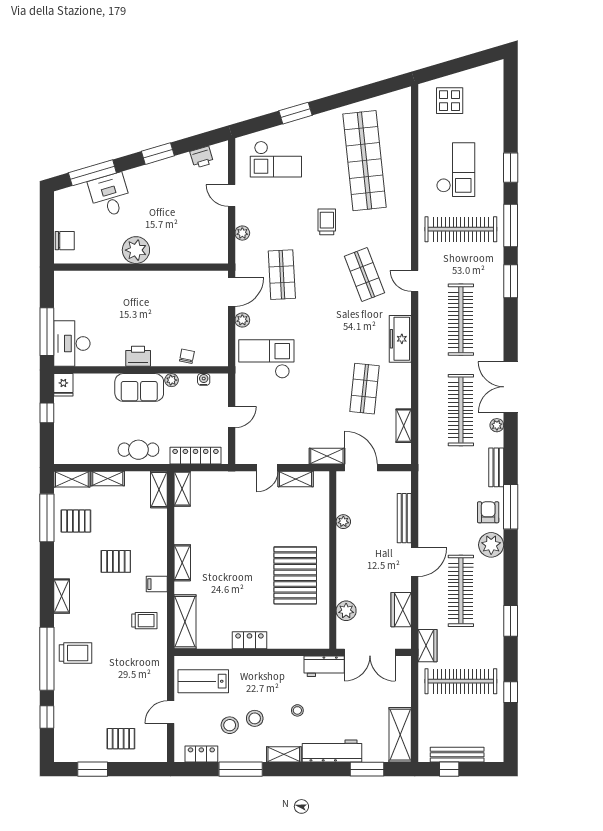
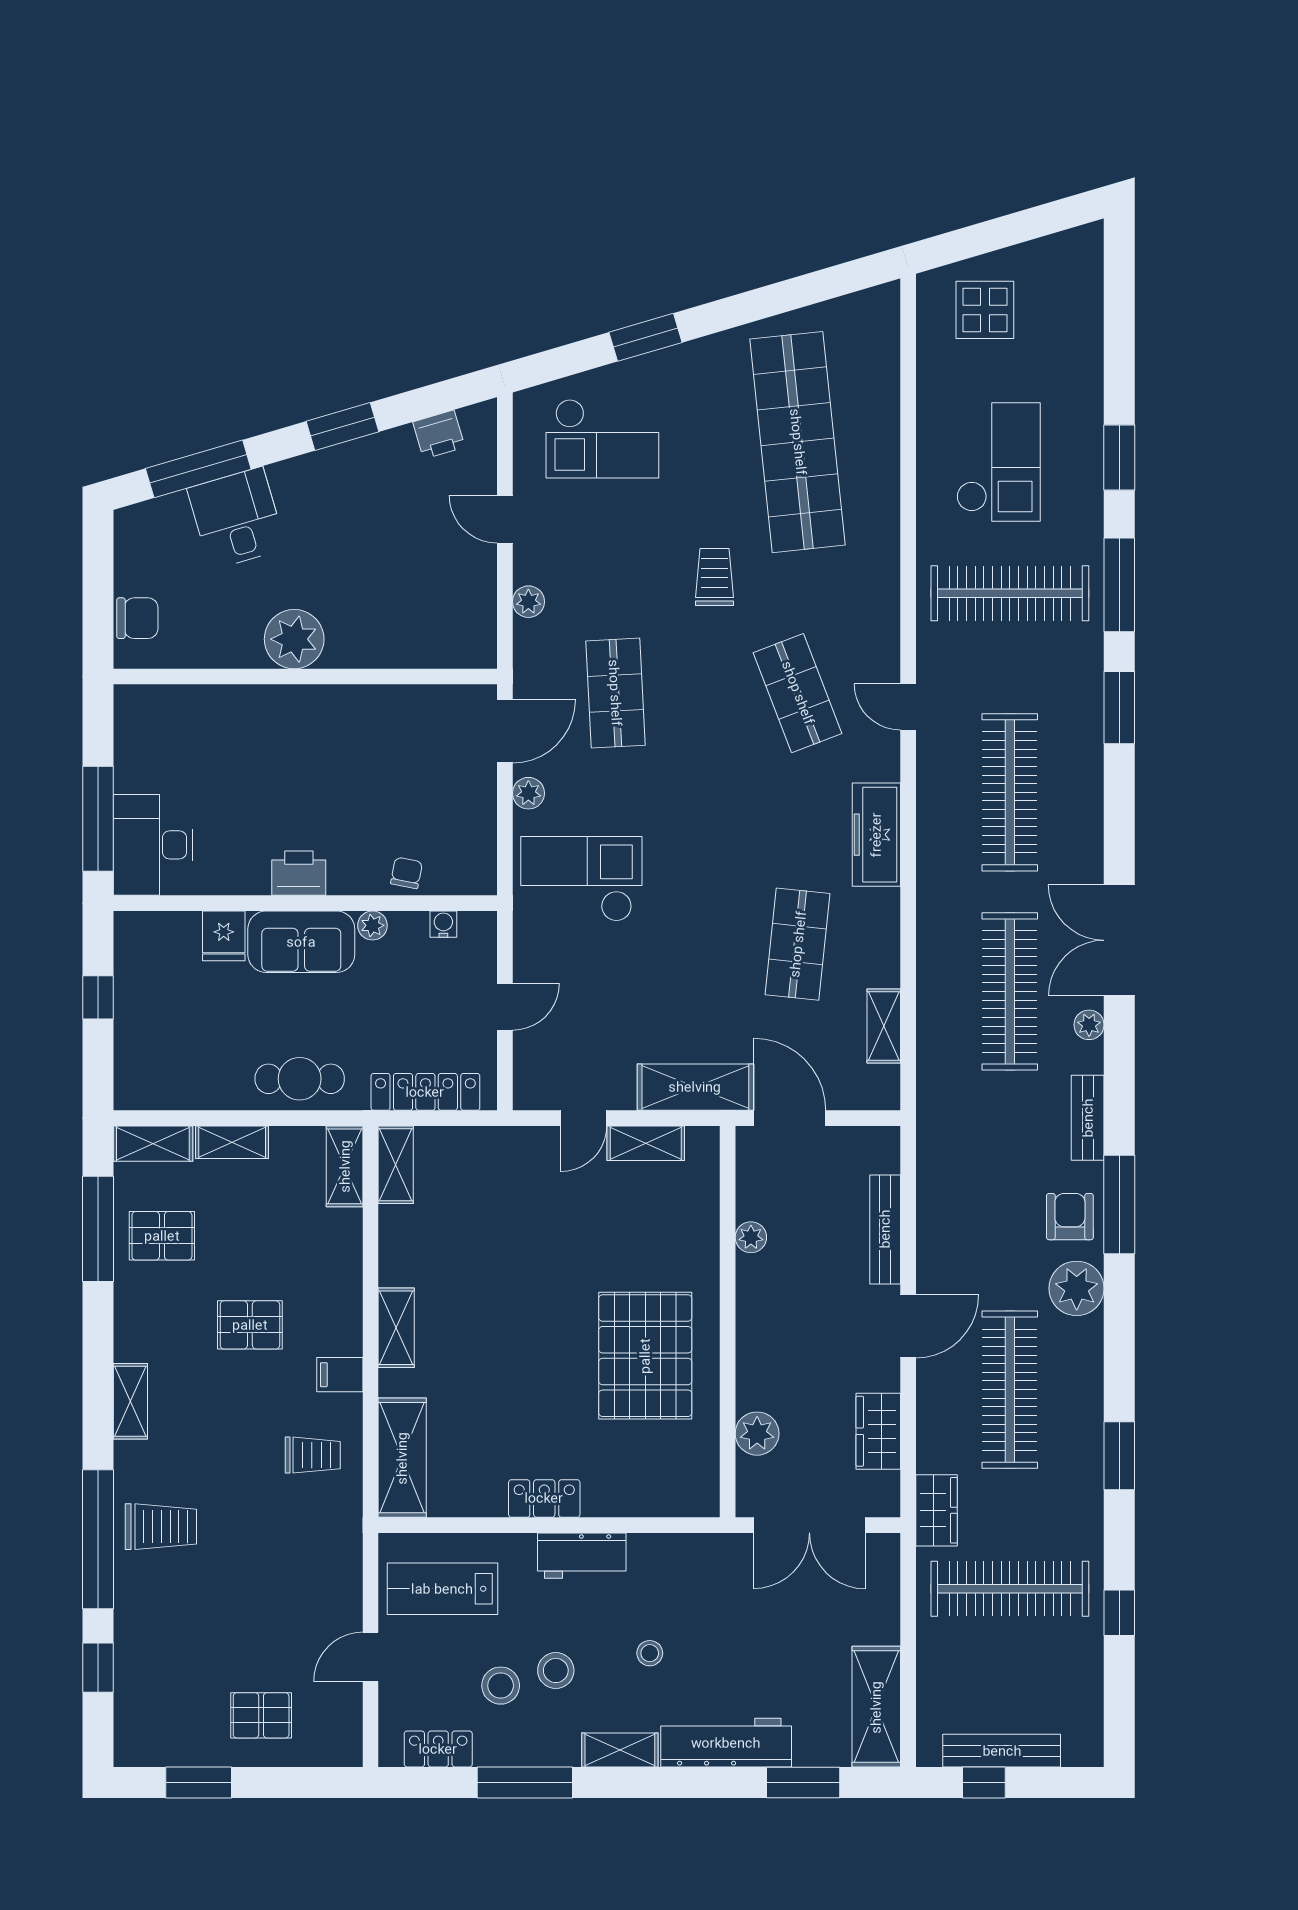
fridge: (63, 385) -> (224, 936), moved
shelving: (327, 456) -> (695, 1087), width x1.50, depth x1.33
workbench: (324, 666) -> (582, 1556), moved

